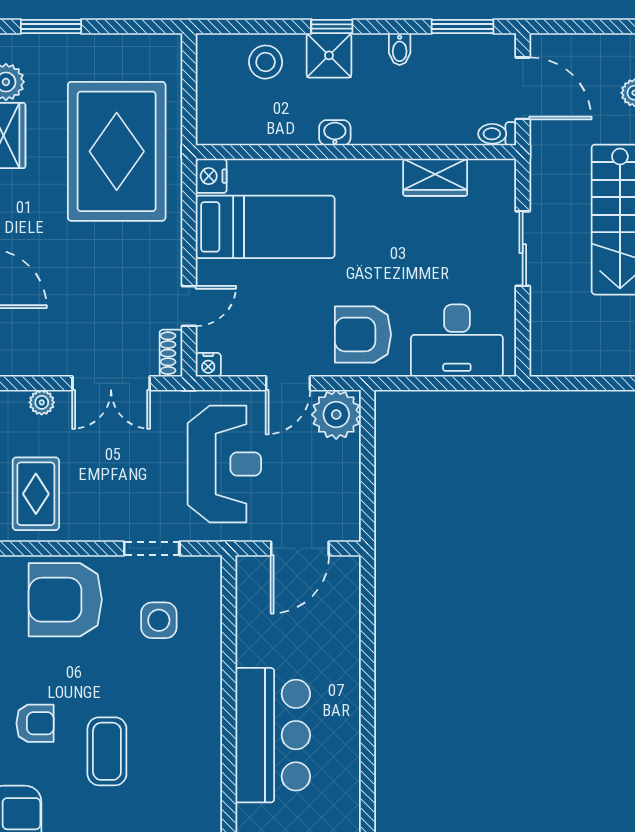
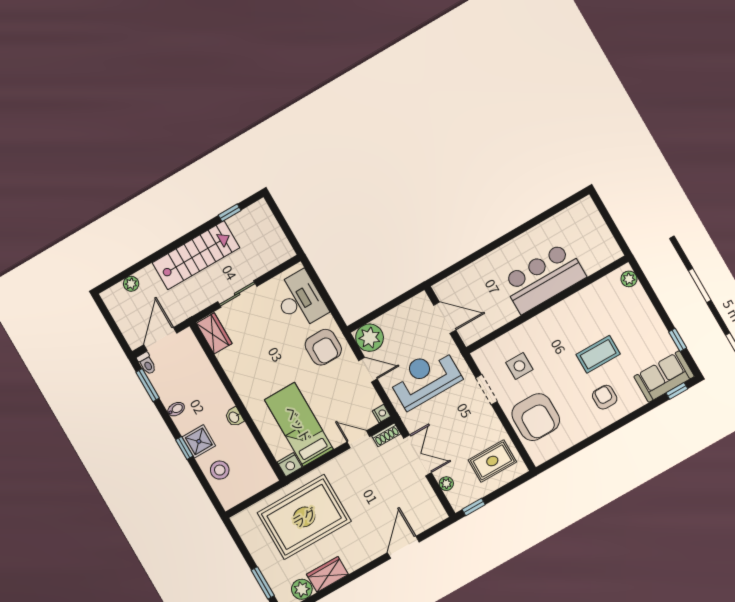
toilet: (497, 134) -> (147, 363), moved
wardrobe: (435, 177) -> (214, 333), moved

